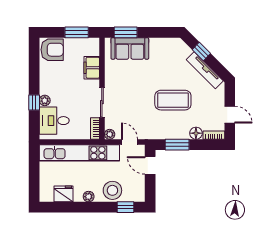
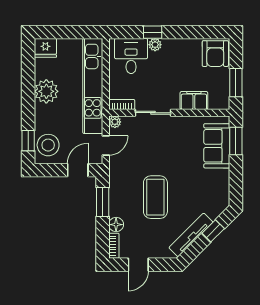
stool: (112, 190) -> (48, 145), moved
fridge: (64, 194) -> (45, 48), moved, turned 90
plant: (89, 197) -> (46, 91), width x1.87, depth x1.87

